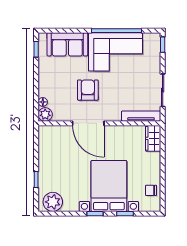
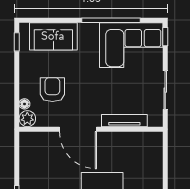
corner sofa: (116, 52) -> (131, 45), moved
armchair: (88, 90) -> (52, 90), moved
tv unit: (141, 116) -> (124, 121), moved
wardrobe: (153, 138) -> (154, 147), removed

